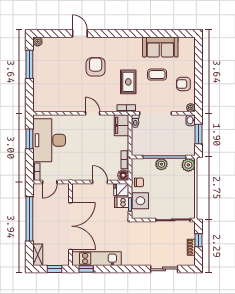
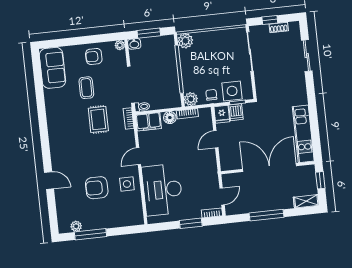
door: (80, 33) -> (49, 181), swing flipped
plant: (38, 42) -> (76, 226), moved
sofa: (160, 47) -> (52, 68), moved
armchair: (96, 67) -> (97, 188), moved
rug: (128, 82) -> (98, 119), turned 90
armchair: (183, 84) -> (94, 56), turned 90
side table: (70, 101) -> (127, 184), added
window: (29, 139) -> (191, 223), moved
desk: (49, 140) -> (162, 190), moved, turned 90
plant: (161, 164) -> (191, 99), moved
floor lamp: (123, 175) -> (170, 118), moved
door: (50, 182) -> (222, 196), hinge flipped
window: (29, 219) -> (266, 215), width x0.68
window: (86, 269) -> (316, 144), removed

